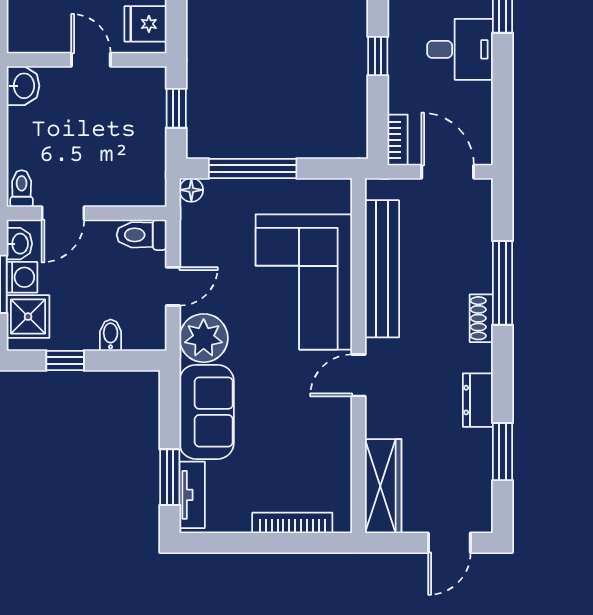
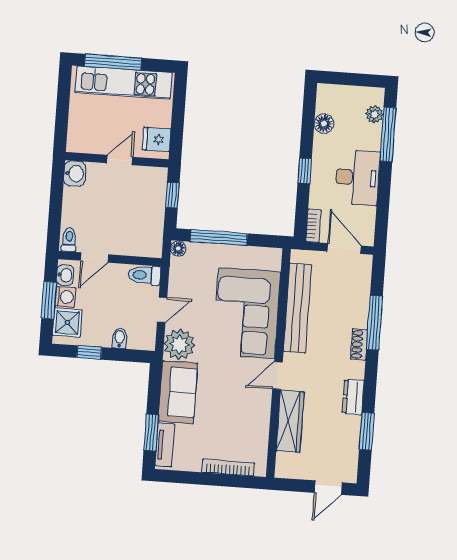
desk: (460, 49) -> (357, 178), width x1.37
door: (91, 60) -> (120, 160), hinge flipped
wardrobe: (383, 486) -> (290, 421), moved

